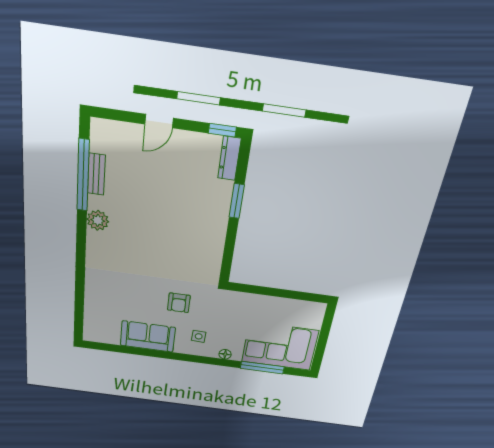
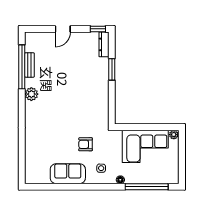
armchair: (179, 303) -> (86, 144), turned 90
plant: (318, 308) -> (174, 135), added
corner sofa: (280, 346) -> (145, 146), moved, turned 180
window: (262, 368) -> (147, 187), width x1.46

